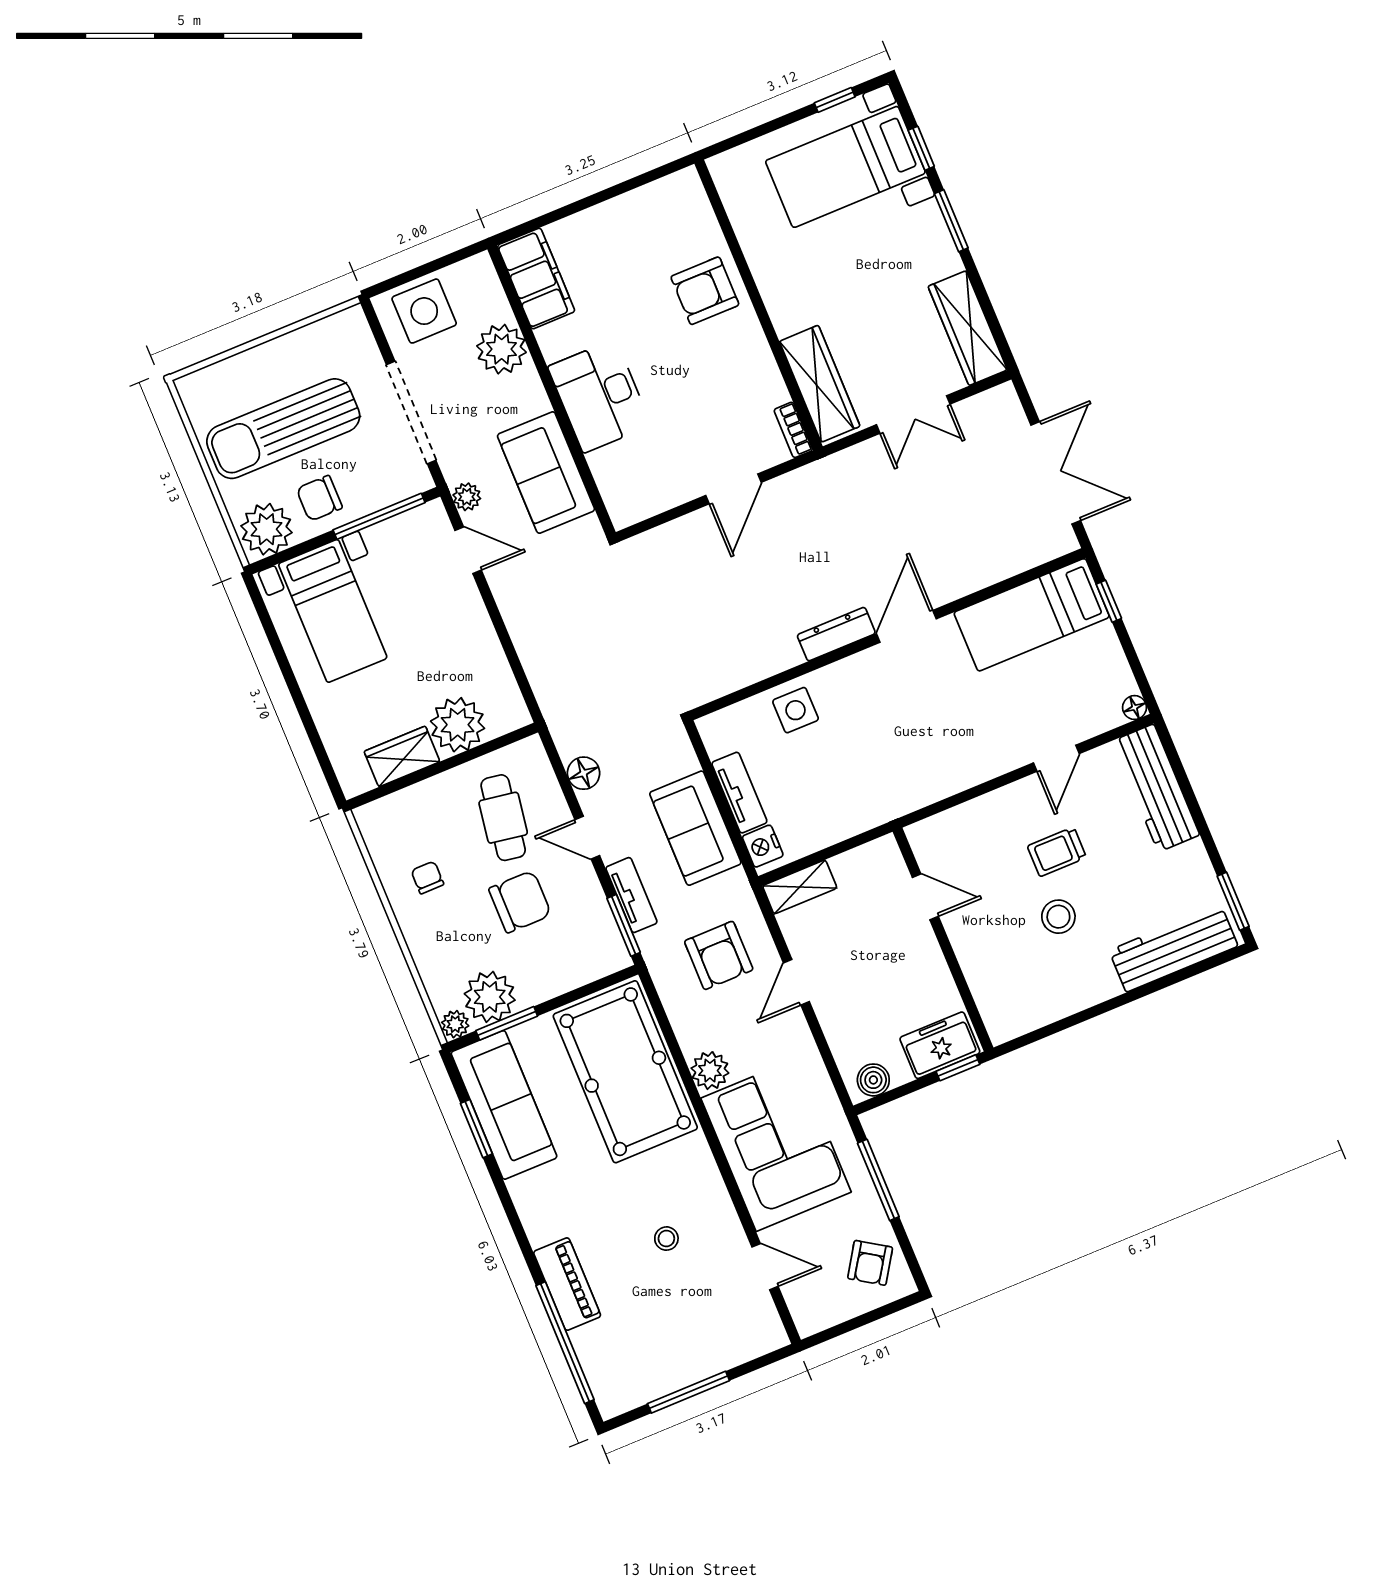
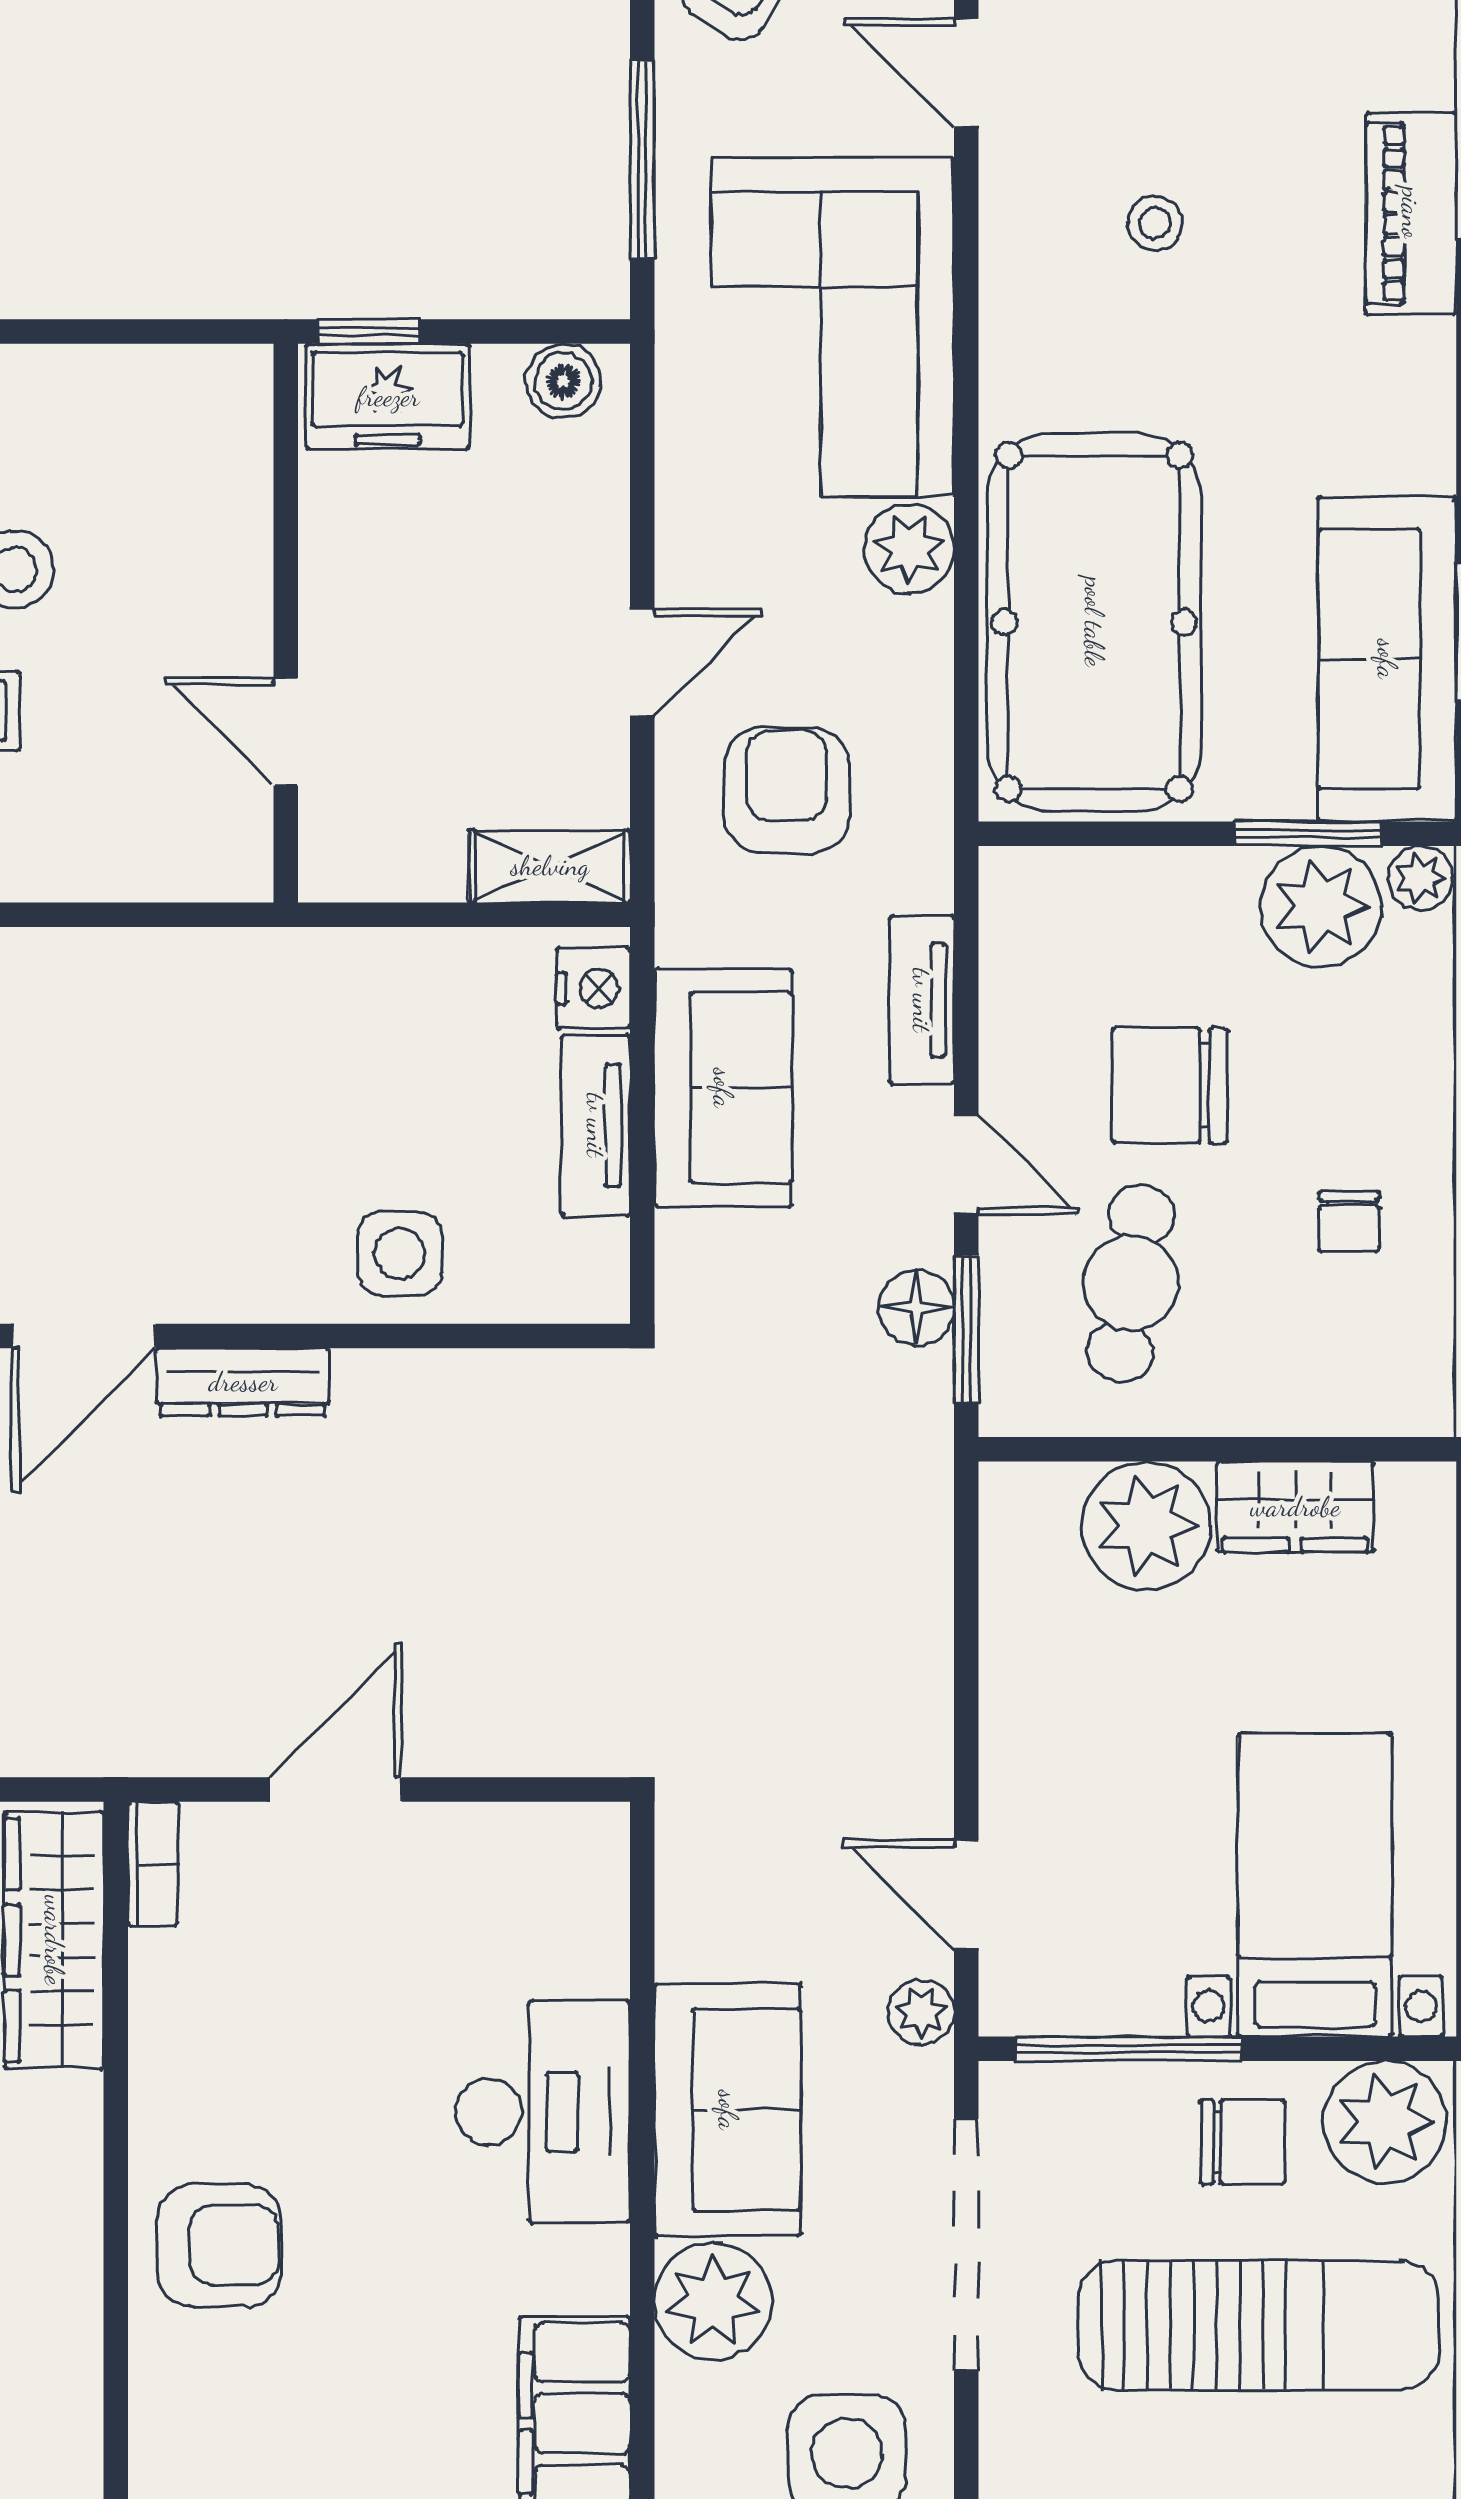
sofa: (546, 473) -> (728, 2110), moved
window: (624, 925) -> (966, 1329), moved

